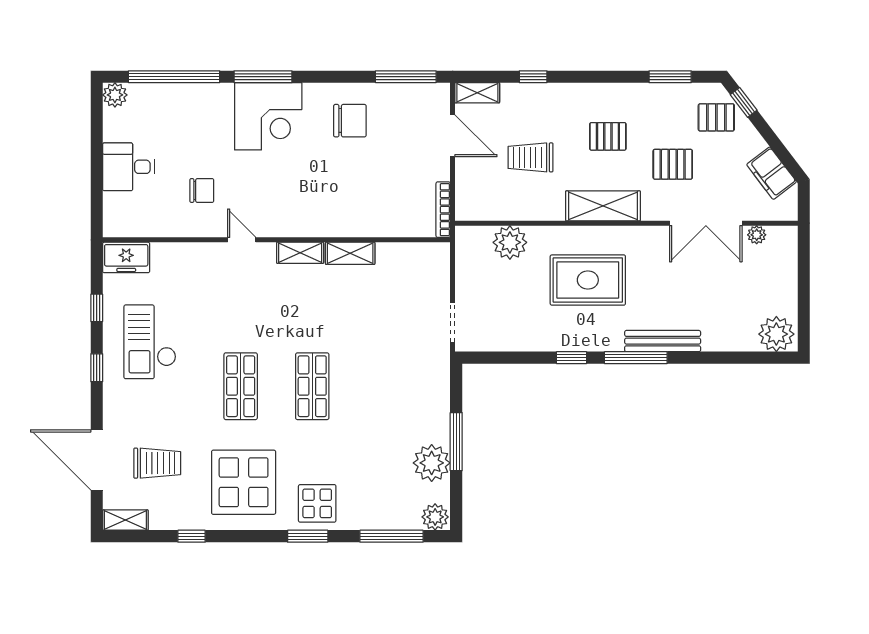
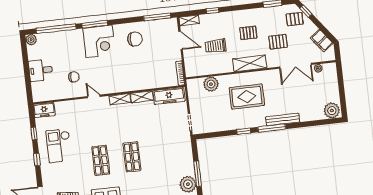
freezer: (412, 258) -> (169, 96), added

